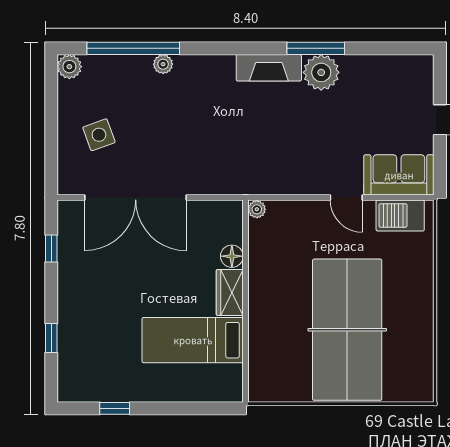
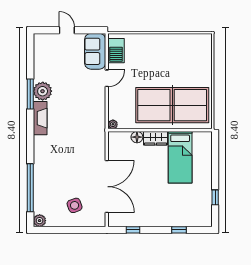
plant: (163, 64) -> (38, 172), removed
table tennis table: (347, 330) -> (172, 105), moved

